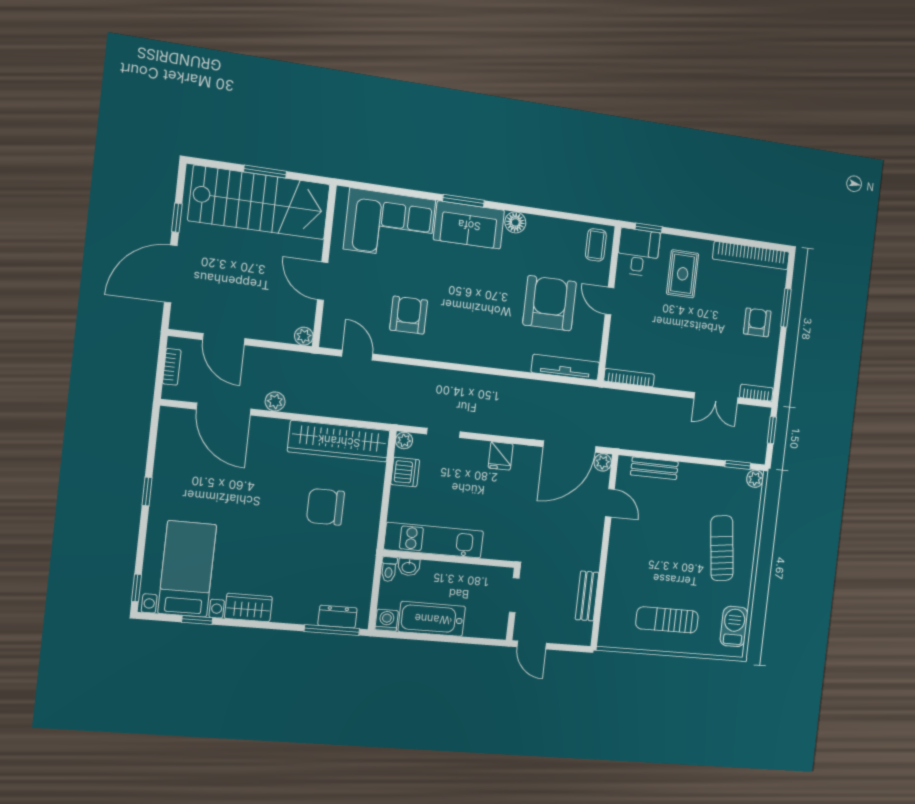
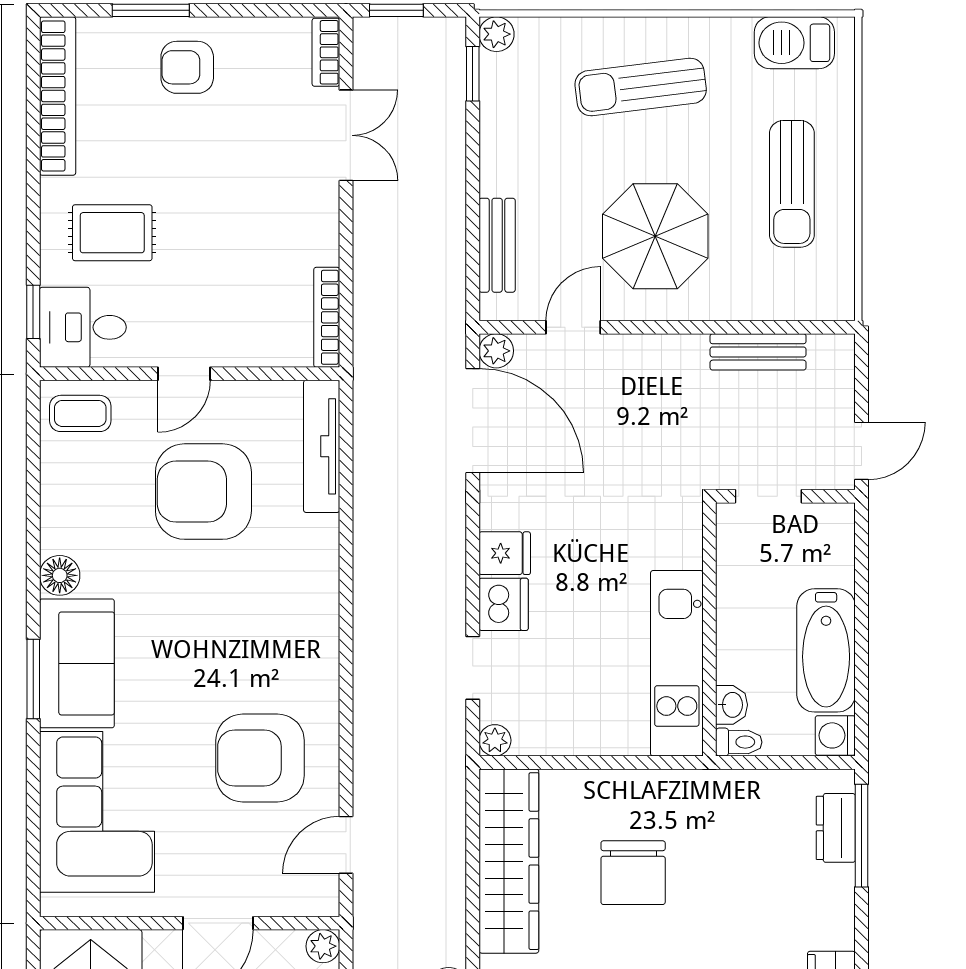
armchair: (409, 315) -> (260, 758), width x1.36, depth x1.36
dishwasher: (405, 472) -> (504, 604), moved, turned 90
parasol: (650, 549) -> (655, 236), added

